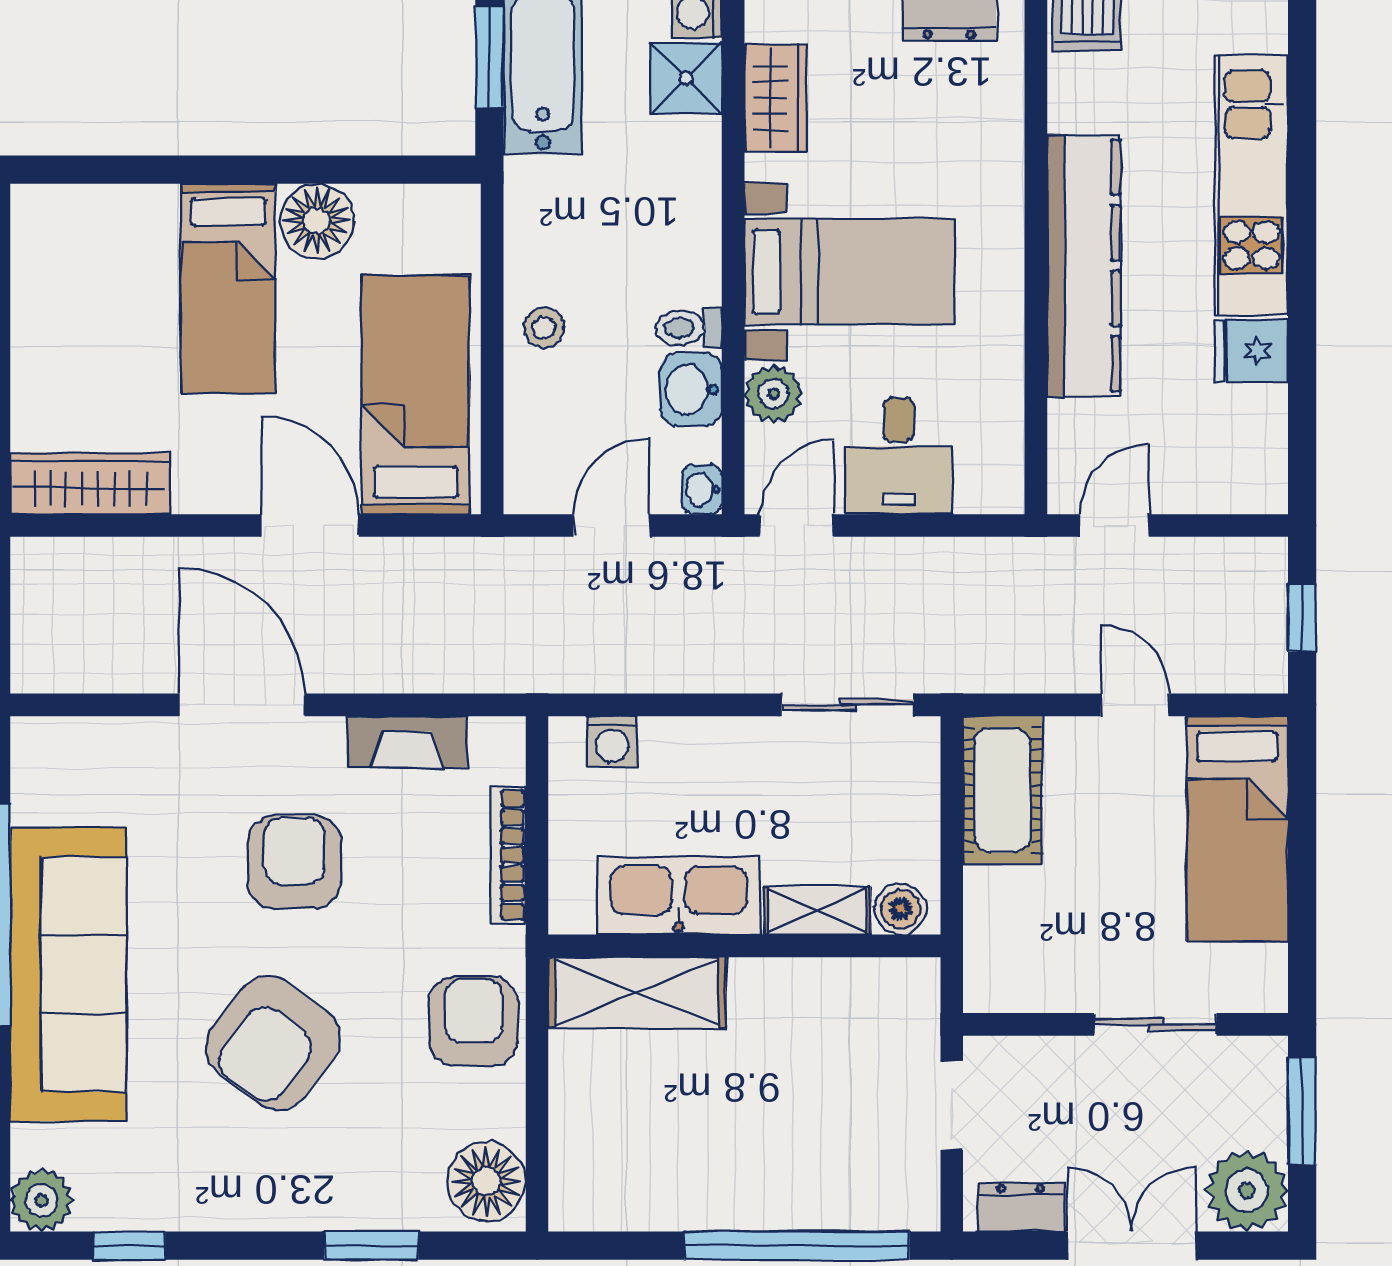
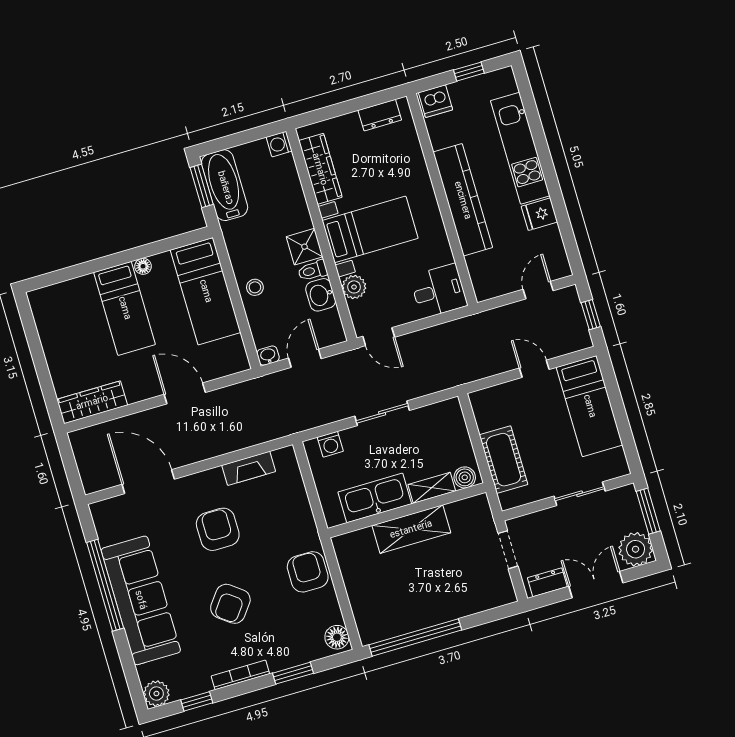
shower: (686, 78) -> (304, 247), moved
wardrobe: (776, 98) -> (320, 169), width x1.50
floor lamp: (317, 221) -> (143, 266), width x0.53, depth x0.53
bed: (415, 395) -> (206, 291), moved, turned 180
desk: (899, 456) -> (439, 291), moved, turned -90
washbasin: (702, 489) -> (268, 356), moved, turned 90
door: (797, 526) -> (379, 337), swing flipped
door: (1114, 526) -> (538, 290), moved
door: (242, 705) -> (148, 482), moved
sliding door: (848, 705) -> (382, 413), moved
cot: (1002, 790) -> (504, 460), moved
bookcase: (508, 855) -> (240, 675), moved, turned 90
shelving: (637, 993) -> (411, 529), moved
armchair: (273, 1043) -> (230, 604), width x0.73, depth x0.73
floor lamp: (486, 1181) -> (337, 637), width x0.73, depth x0.73
window: (797, 1246) -> (415, 637), moved

